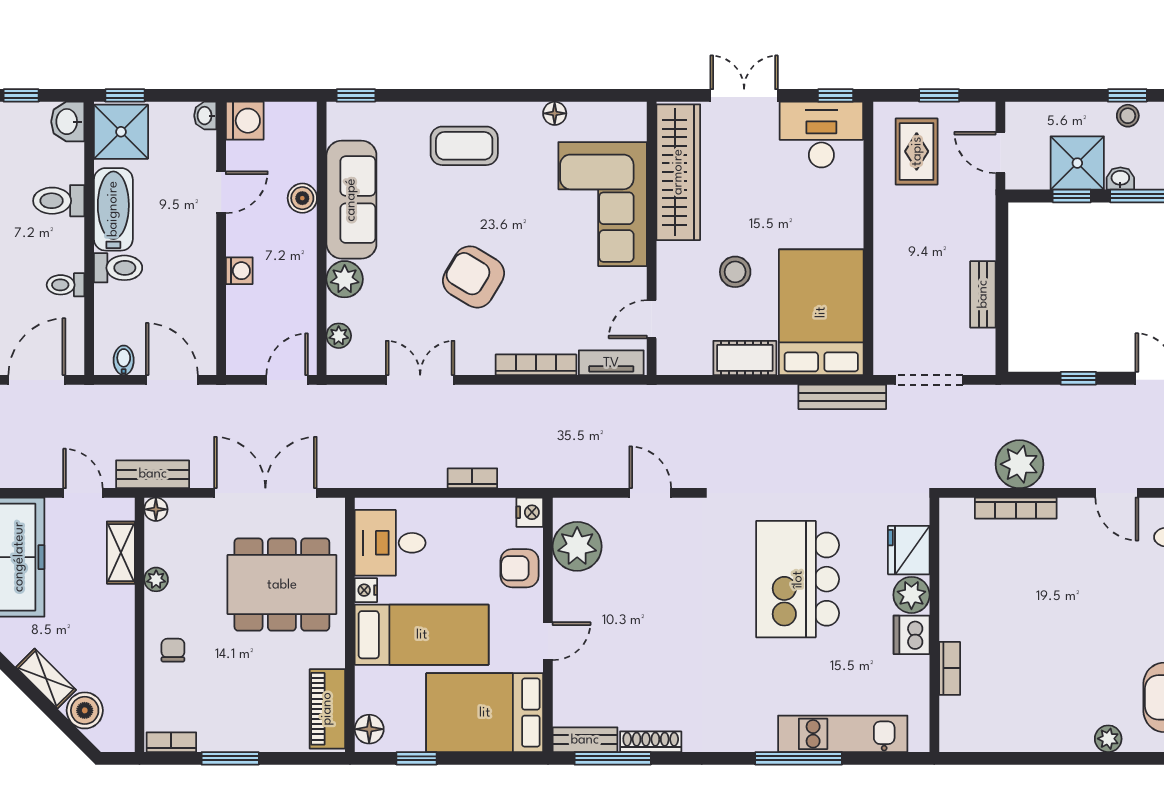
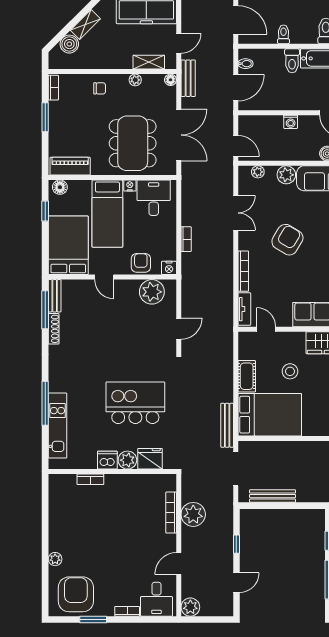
bench: (983, 294) -> (273, 496), width x1.36

